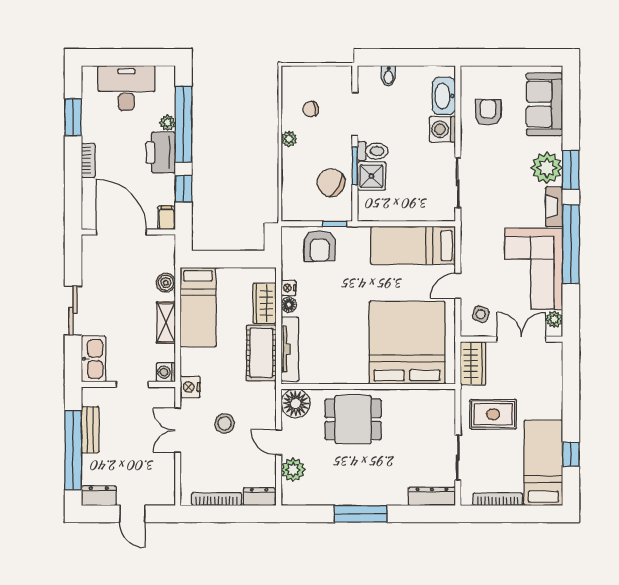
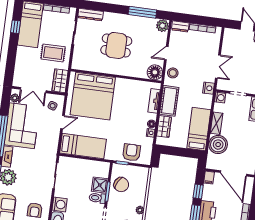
boiler: (166, 283) -> (218, 145), width x1.86, depth x1.86
tv unit: (290, 349) -> (154, 101), width x0.71
dining table: (353, 419) -> (116, 45), moved
stool: (225, 423) -> (173, 73), moved
door: (279, 442) -> (166, 53), swing flipped
plant: (293, 470) -> (162, 26), moved
window: (361, 514) -> (142, 12), moved

